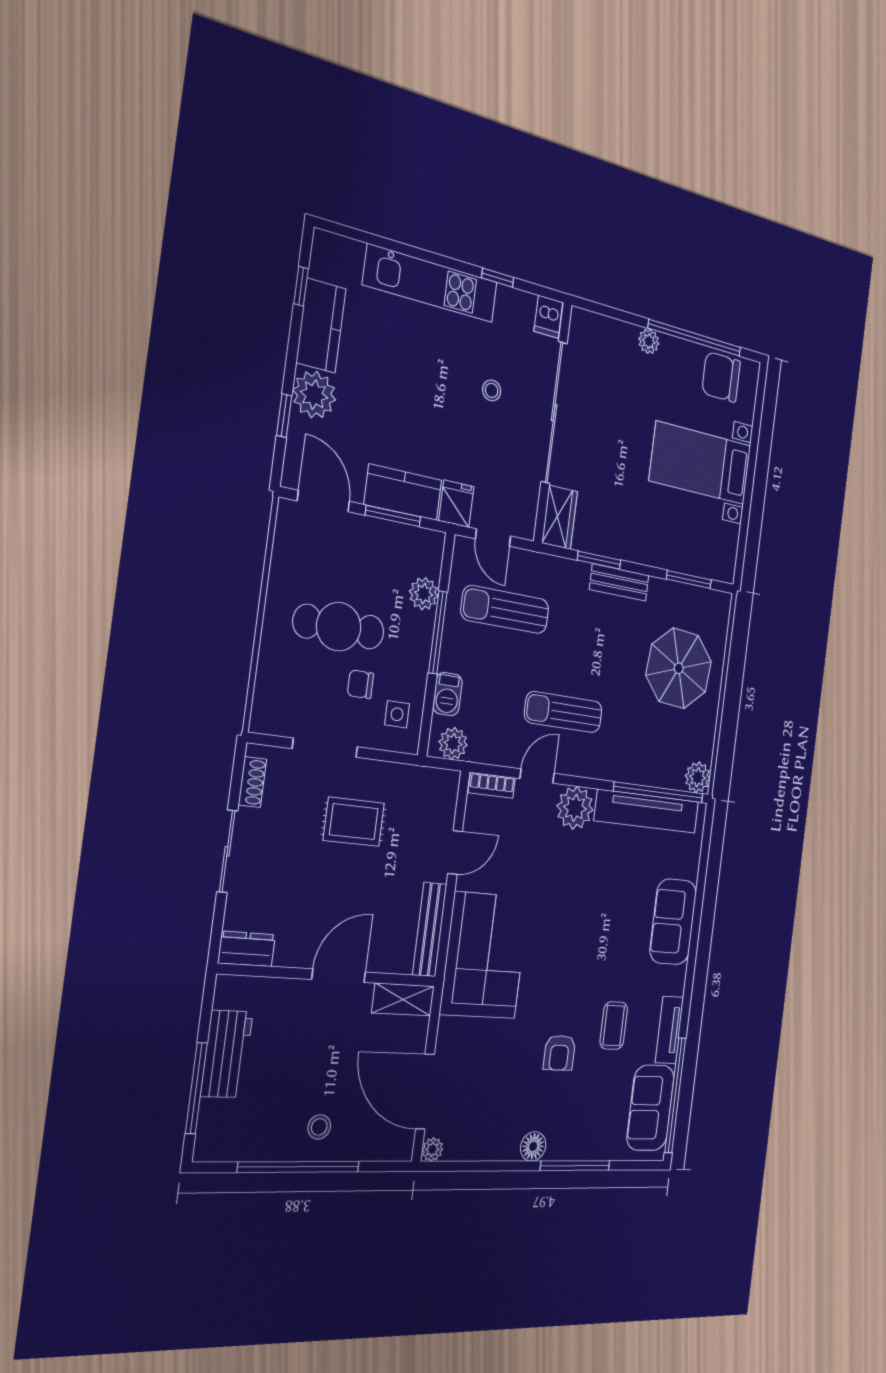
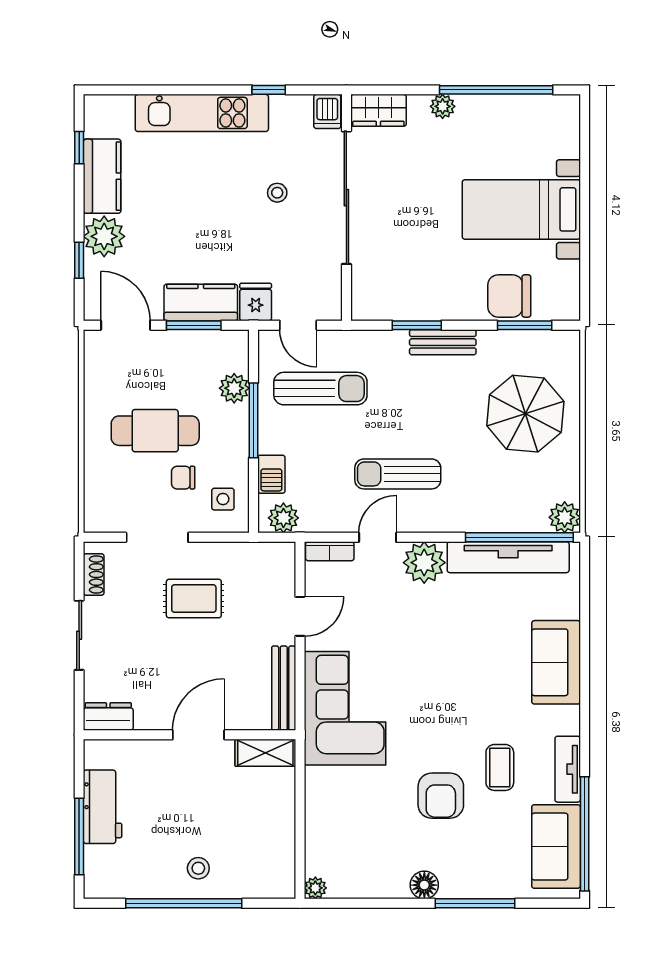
chair: (721, 377) -> (509, 296), moved
wardrobe: (560, 517) -> (378, 110), moved, turned 90
sun lounger: (505, 610) -> (320, 389), turned 180
armchair: (559, 1053) -> (441, 796), width x1.38, depth x1.38
door: (425, 1092) -> (300, 835), removed

